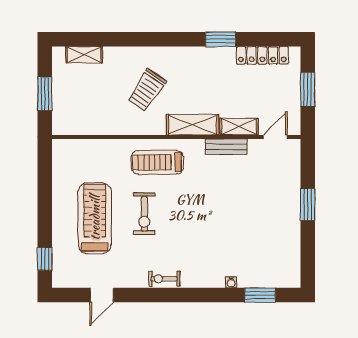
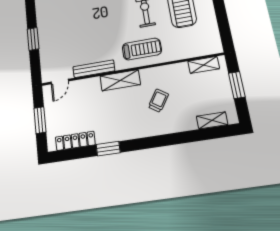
trolley: (147, 90) -> (158, 101), width x0.73, depth x0.72
shelving: (239, 127) -> (204, 65), moved
bench: (226, 147) -> (94, 69), width x1.36

